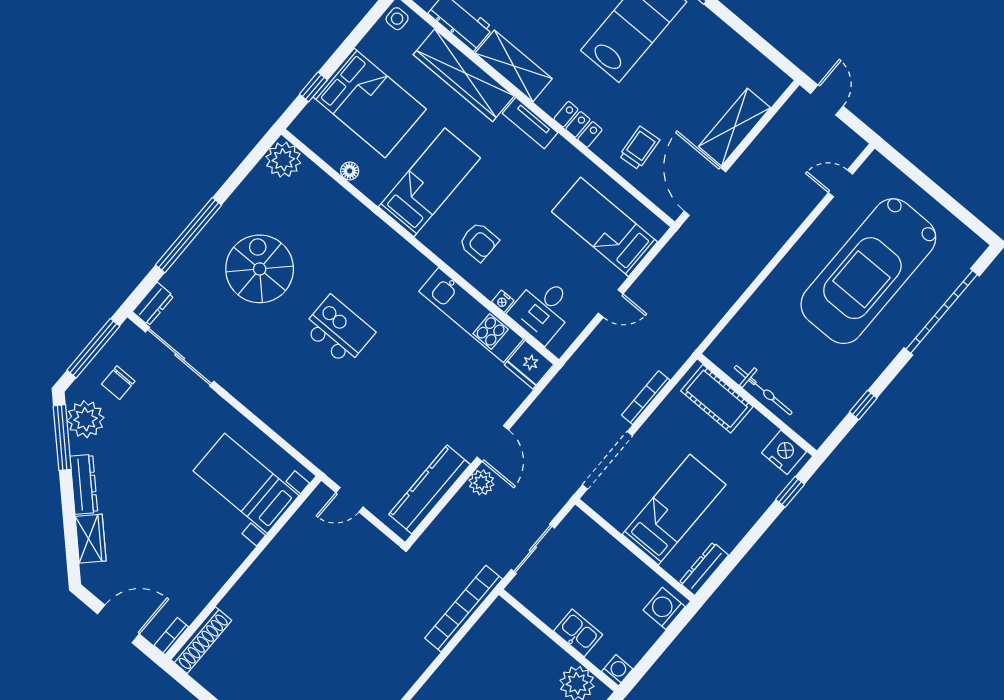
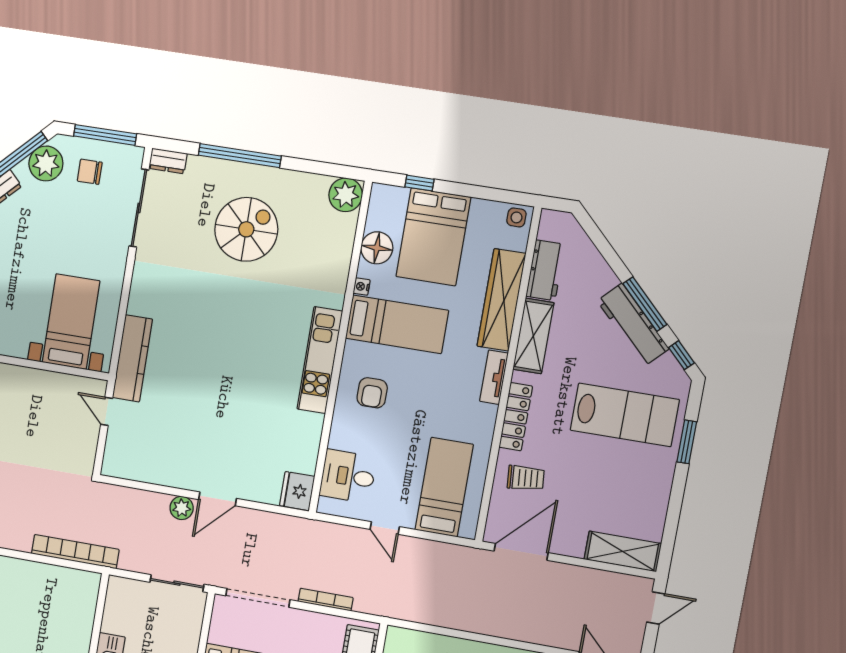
locker: (578, 124) -> (516, 417), width x1.53
shelving: (734, 127) -> (623, 551), moved
floor lamp: (350, 171) -> (377, 248), width x1.89, depth x1.89
nightstand: (503, 301) -> (362, 287), moved
kitchen unit: (471, 315) -> (320, 360), moved
kitchen island: (339, 330) -> (235, 322), removed
kitchen counter: (429, 489) -> (132, 358), moved, turned 90
sliding door: (533, 549) -> (177, 583), moved

